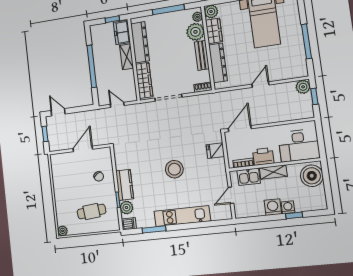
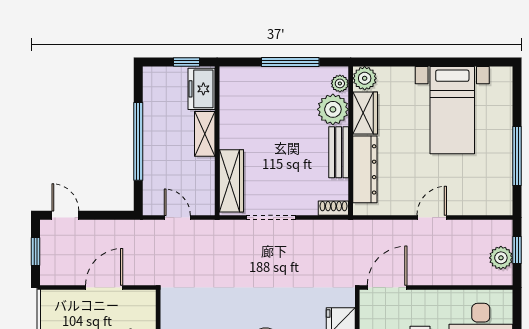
dresser: (140, 42) -> (232, 112), removed
plant: (303, 87) -> (501, 258), moved

